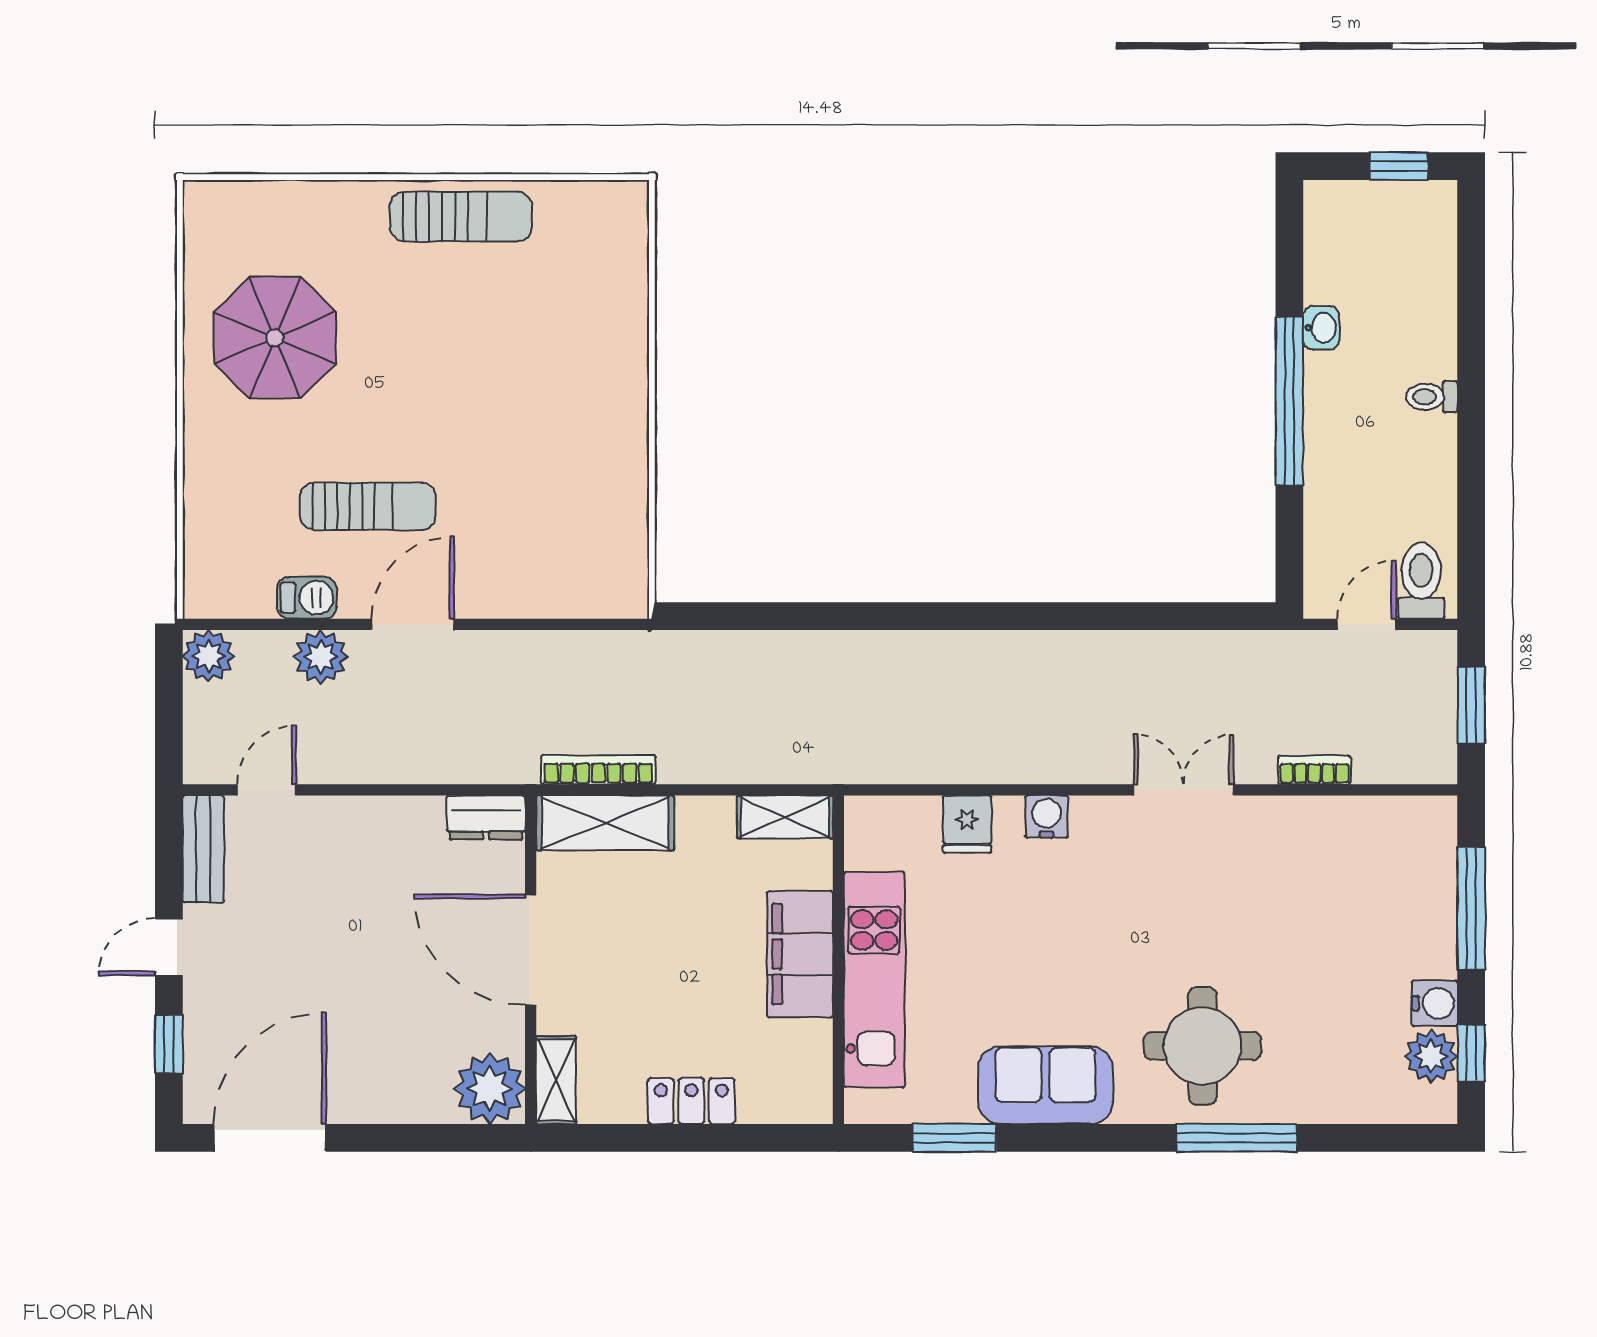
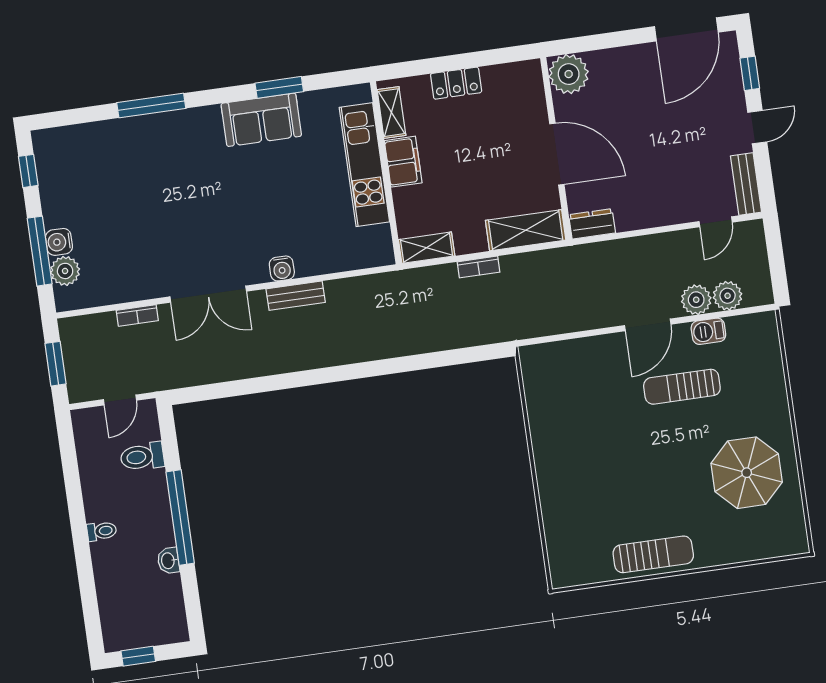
sun lounger: (461, 217) -> (653, 554), turned 180
toilet: (1421, 581) -> (142, 457), moved, turned 90
plant: (209, 656) -> (728, 296), moved
bench: (1029, 765) -> (296, 296), added
bookcase: (598, 770) -> (478, 267), moved, width x0.64
double door: (1183, 790) -> (208, 294), width x1.37
fridge: (967, 824) -> (325, 258), removed
filing cabinet: (800, 954) -> (403, 162), width x0.67, depth x0.86
water cooler: (1435, 1003) -> (59, 242), moved
round table: (1203, 1046) -> (177, 154), removed
plant: (1431, 1056) -> (65, 271), moved
shelving: (556, 1080) -> (391, 113), moved
window: (954, 1138) -> (279, 87), moved

